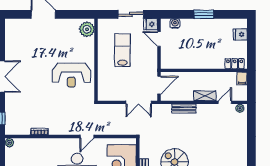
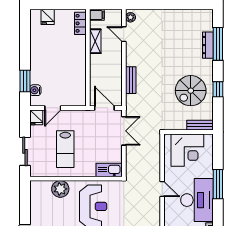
sliding door: (131, 14) -> (25, 151), moved
window: (204, 14) -> (25, 81), moved
plant: (87, 29) -> (60, 189), moved
lab bench: (122, 50) -> (65, 149), turned -90
kitchen sink: (104, 89) -> (109, 170), added
shelving: (205, 96) -> (95, 41), moved

